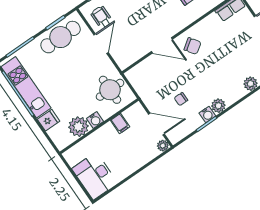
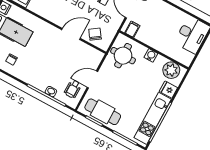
door: (162, 45) -> (71, 34), hinge flipped
chair: (193, 46) -> (95, 34), moved
filing cabinet: (120, 124) -> (132, 29), moved
plant: (78, 127) -> (171, 70), moved

